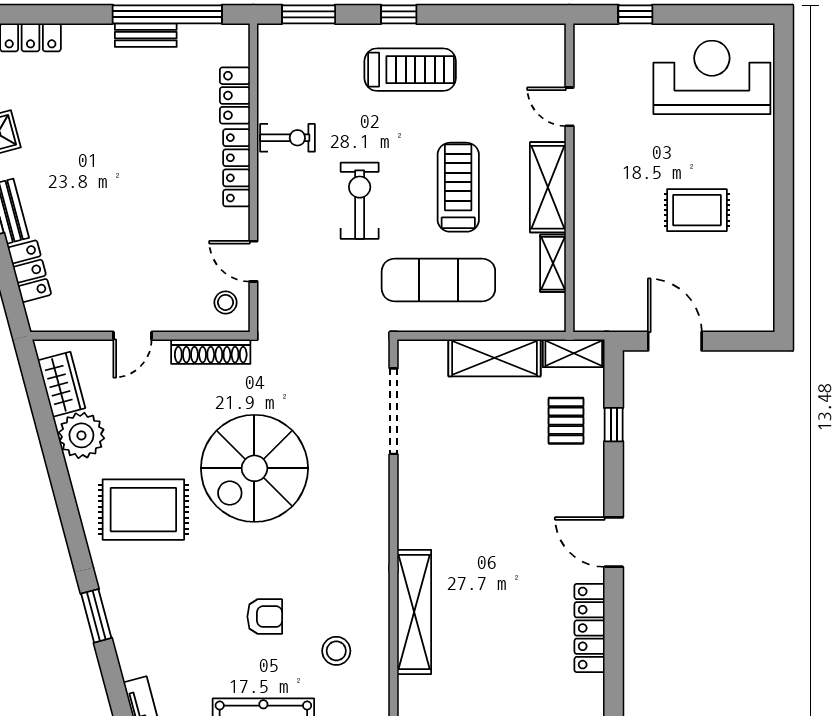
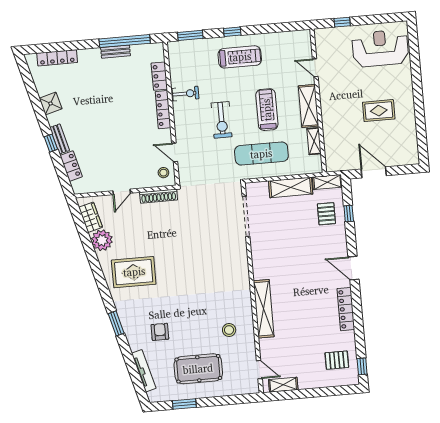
exercise bike: (360, 201) -> (222, 120), turned 180
spiral stairs: (254, 468) -> (184, 249), removed
armchair: (265, 617) -> (160, 332), moved, turned -90

